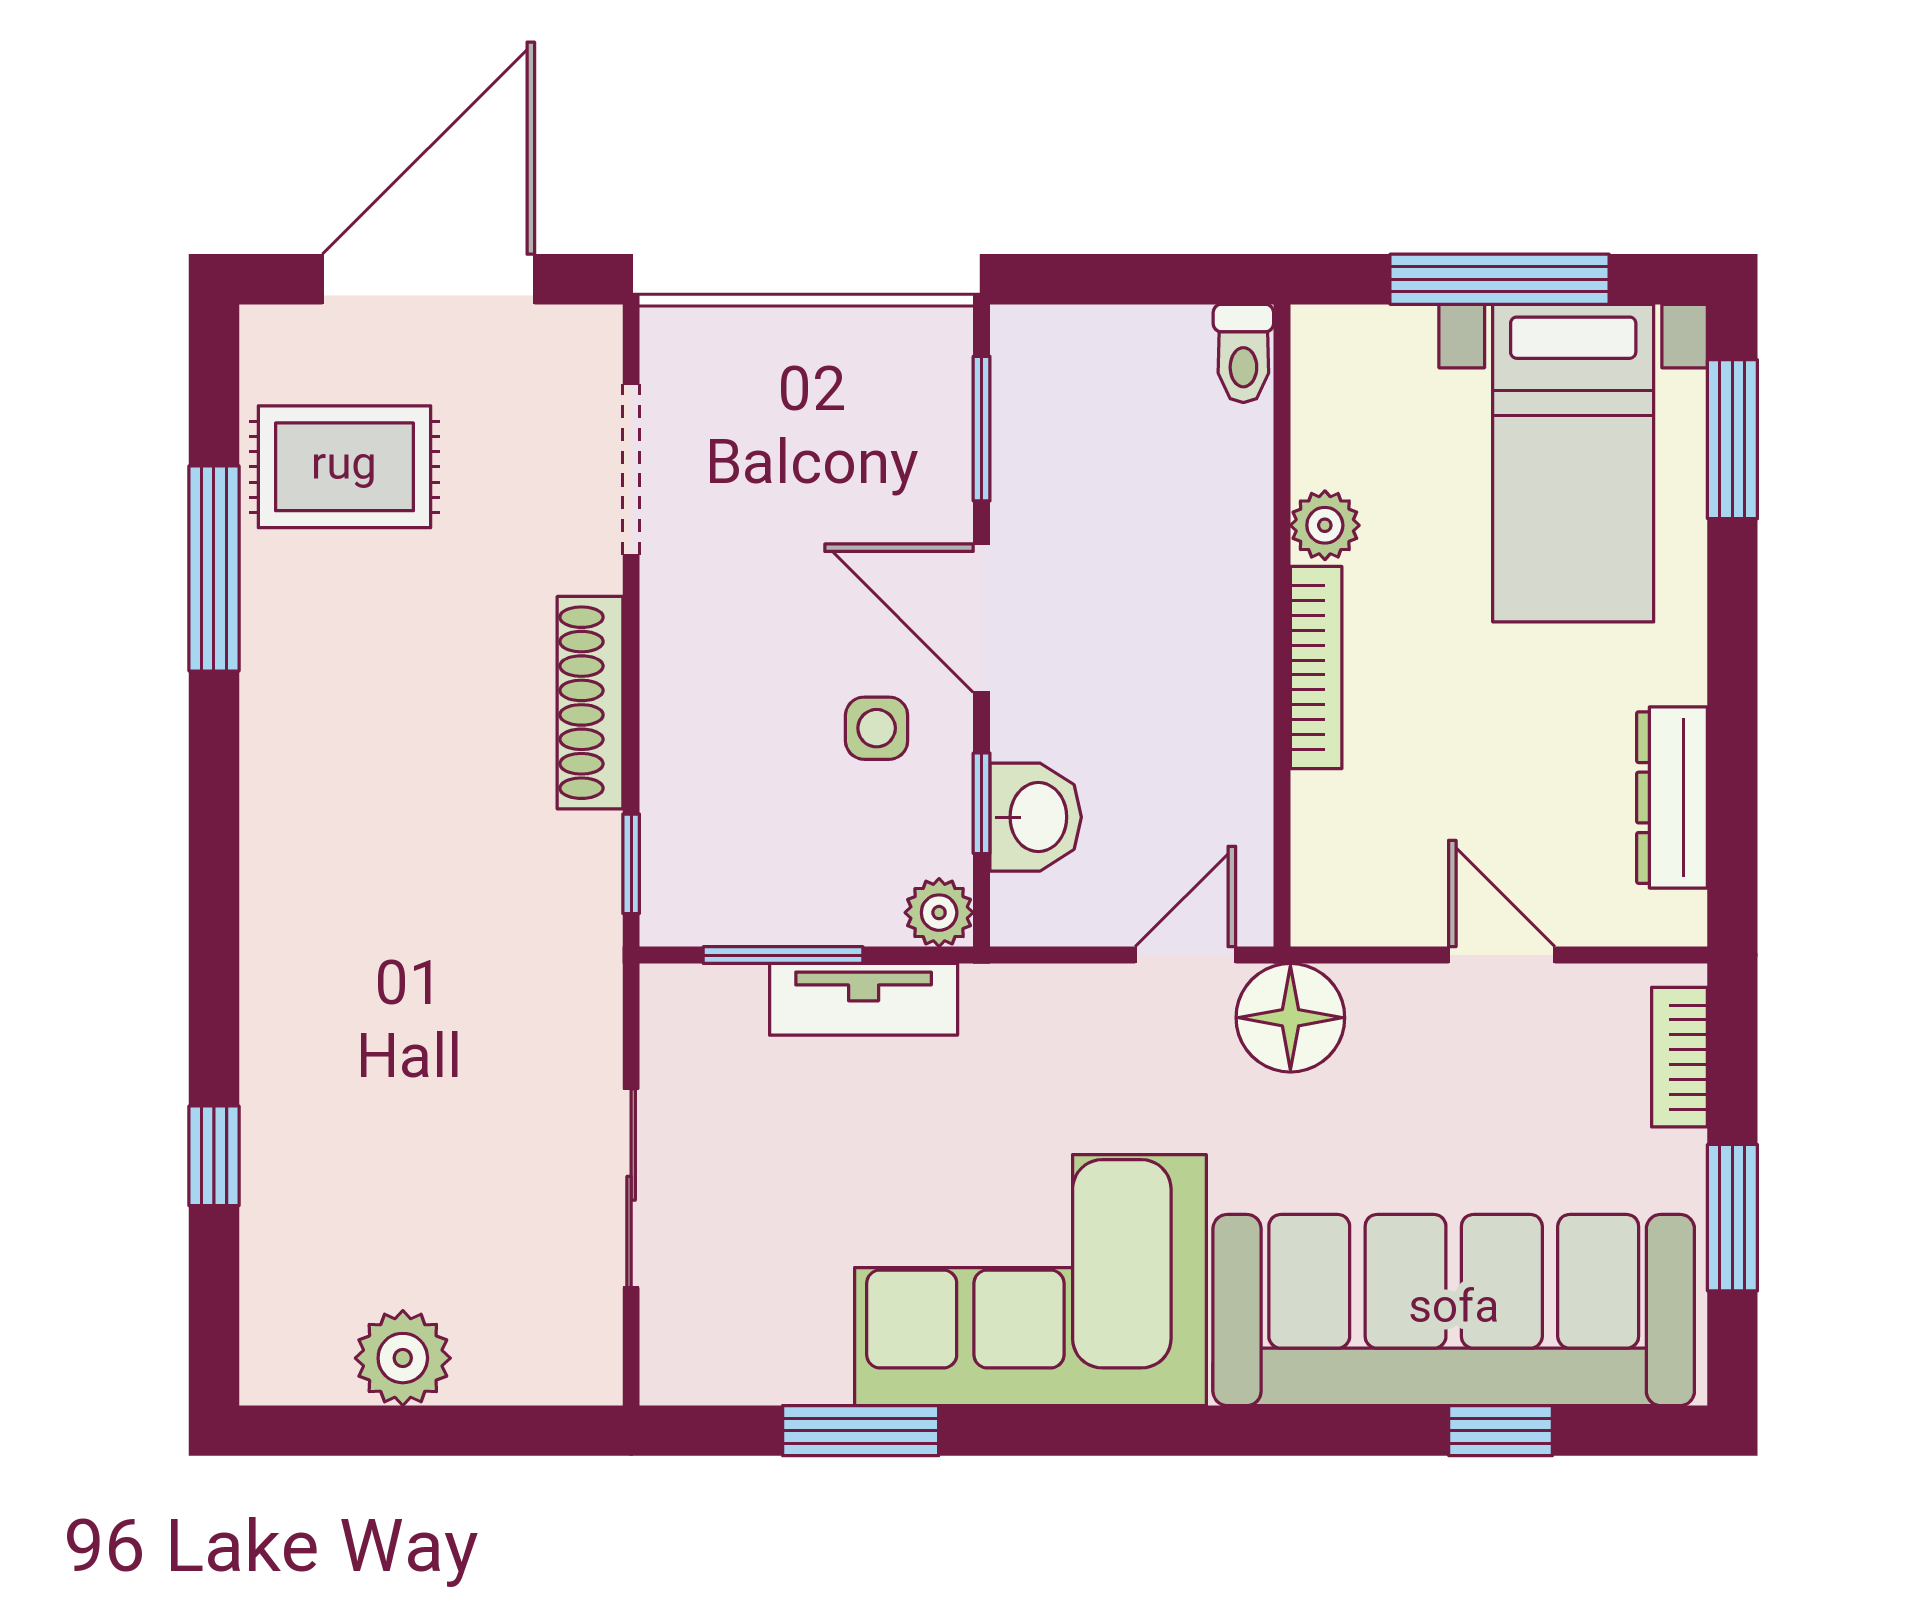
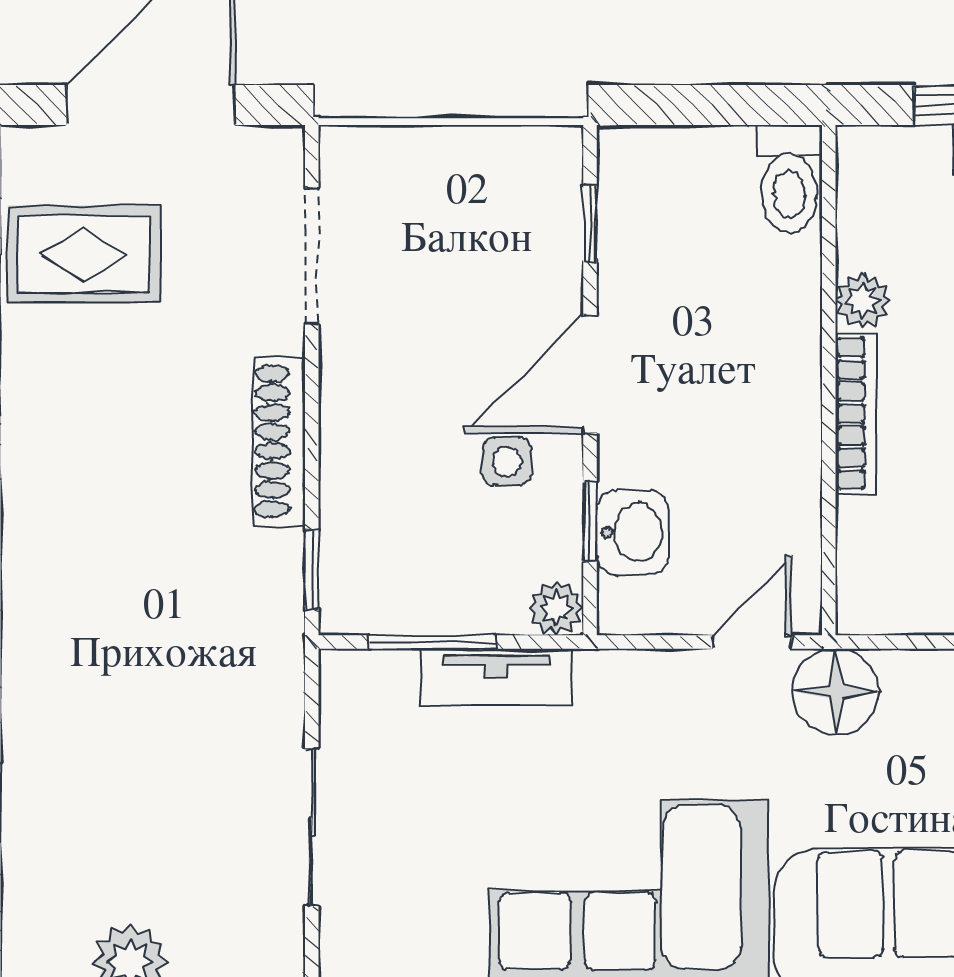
toilet: (1243, 353) -> (789, 179), width x1.37, depth x1.39
window: (982, 429) -> (590, 224), width x0.67
door: (982, 618) -> (590, 374), hinge flipped

